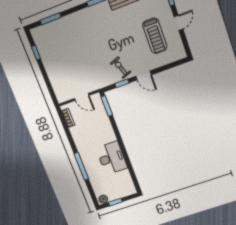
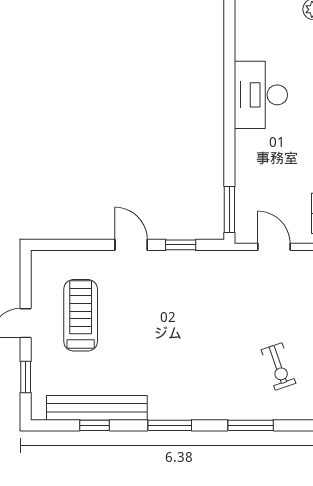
window: (51, 19) -> (251, 425), moved
exercise bike: (121, 68) -> (279, 366), moved

